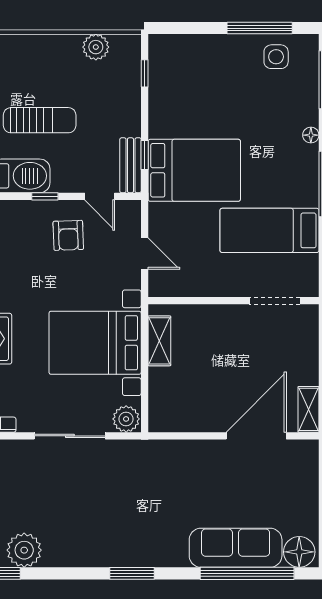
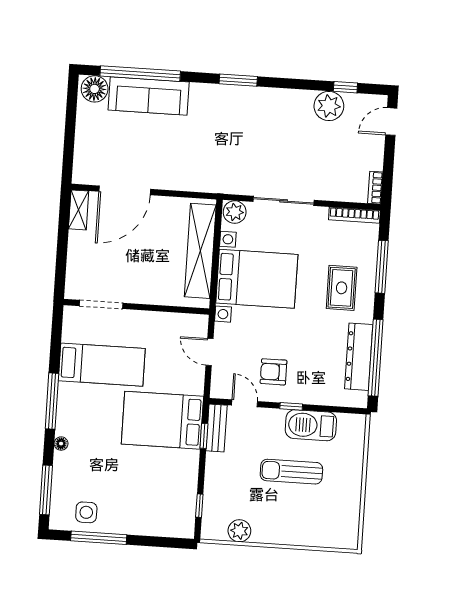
armchair: (68, 235) -> (274, 372), turned -88
shelving: (159, 341) -> (200, 251), width x2.20, depth x1.33

